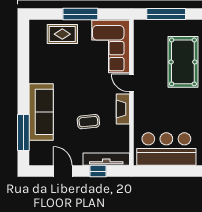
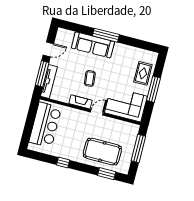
coffee table: (88, 122) -> (90, 78), moved
window: (23, 133) -> (106, 35), moved
window: (98, 171) -> (42, 74), width x2.17

